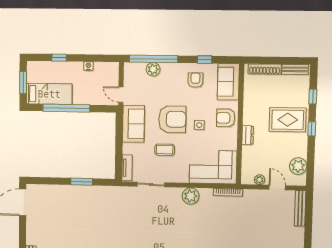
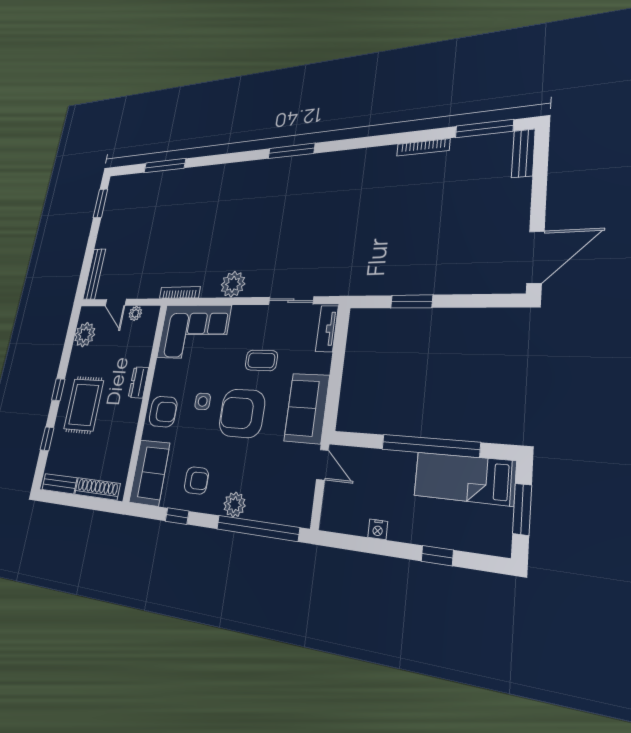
plant: (153, 69) -> (235, 505), moved
armchair: (195, 80) -> (196, 481), turned -90
rug: (288, 120) -> (84, 405), turned 90

